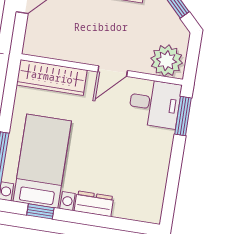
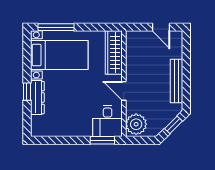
dresser: (94, 204) -> (37, 98), width x1.44
window: (40, 211) -> (27, 92), moved

